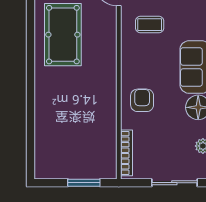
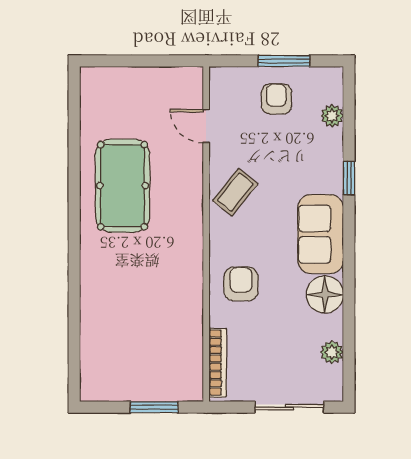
coffee table: (150, 25) -> (235, 192), moved, turned -51

